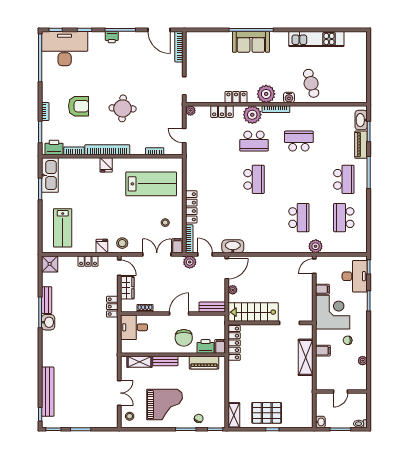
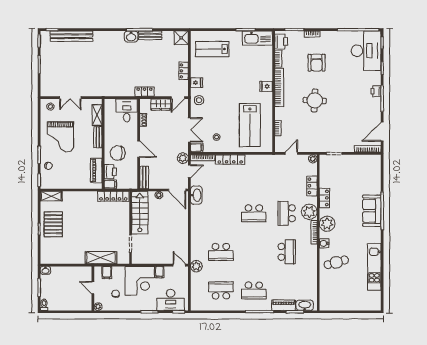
door: (341, 391) -> (93, 288), moved
wall: (341, 391) -> (93, 288), moved

